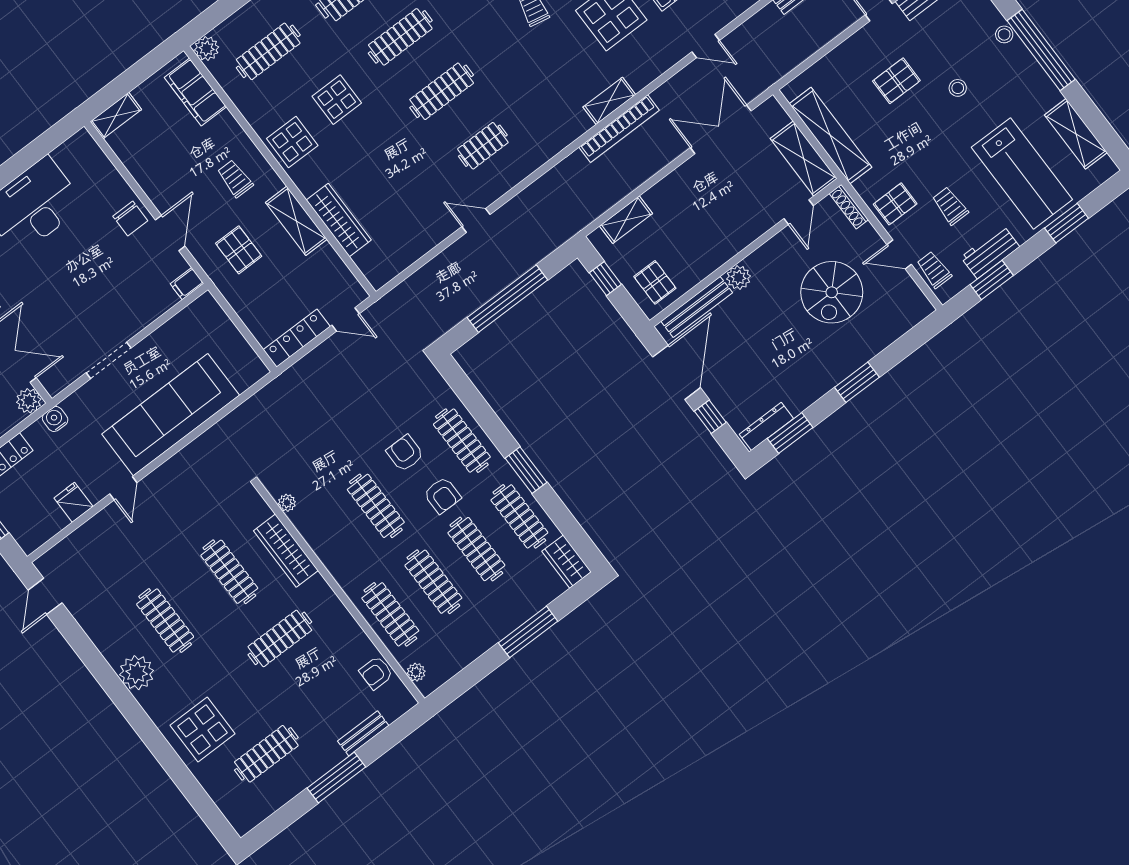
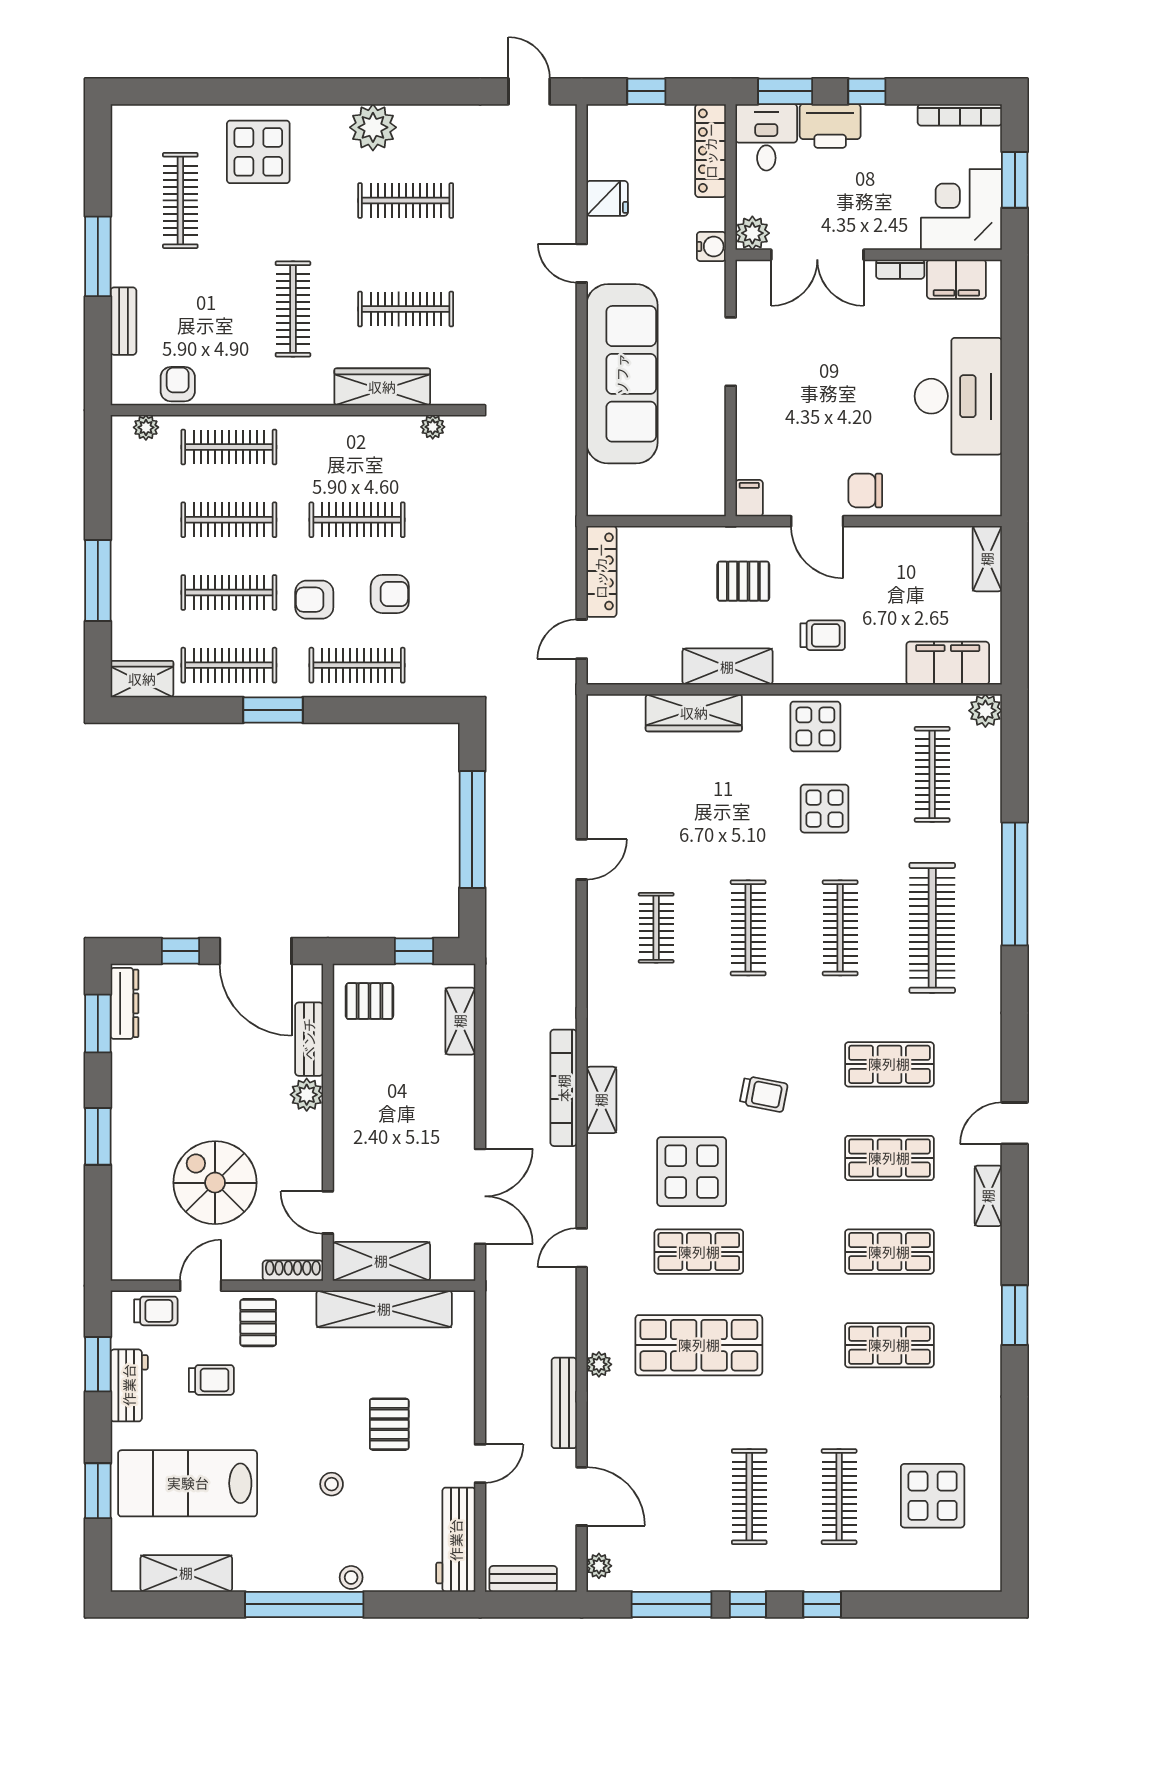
bench: (697, 307) -> (309, 1039), width x0.73

